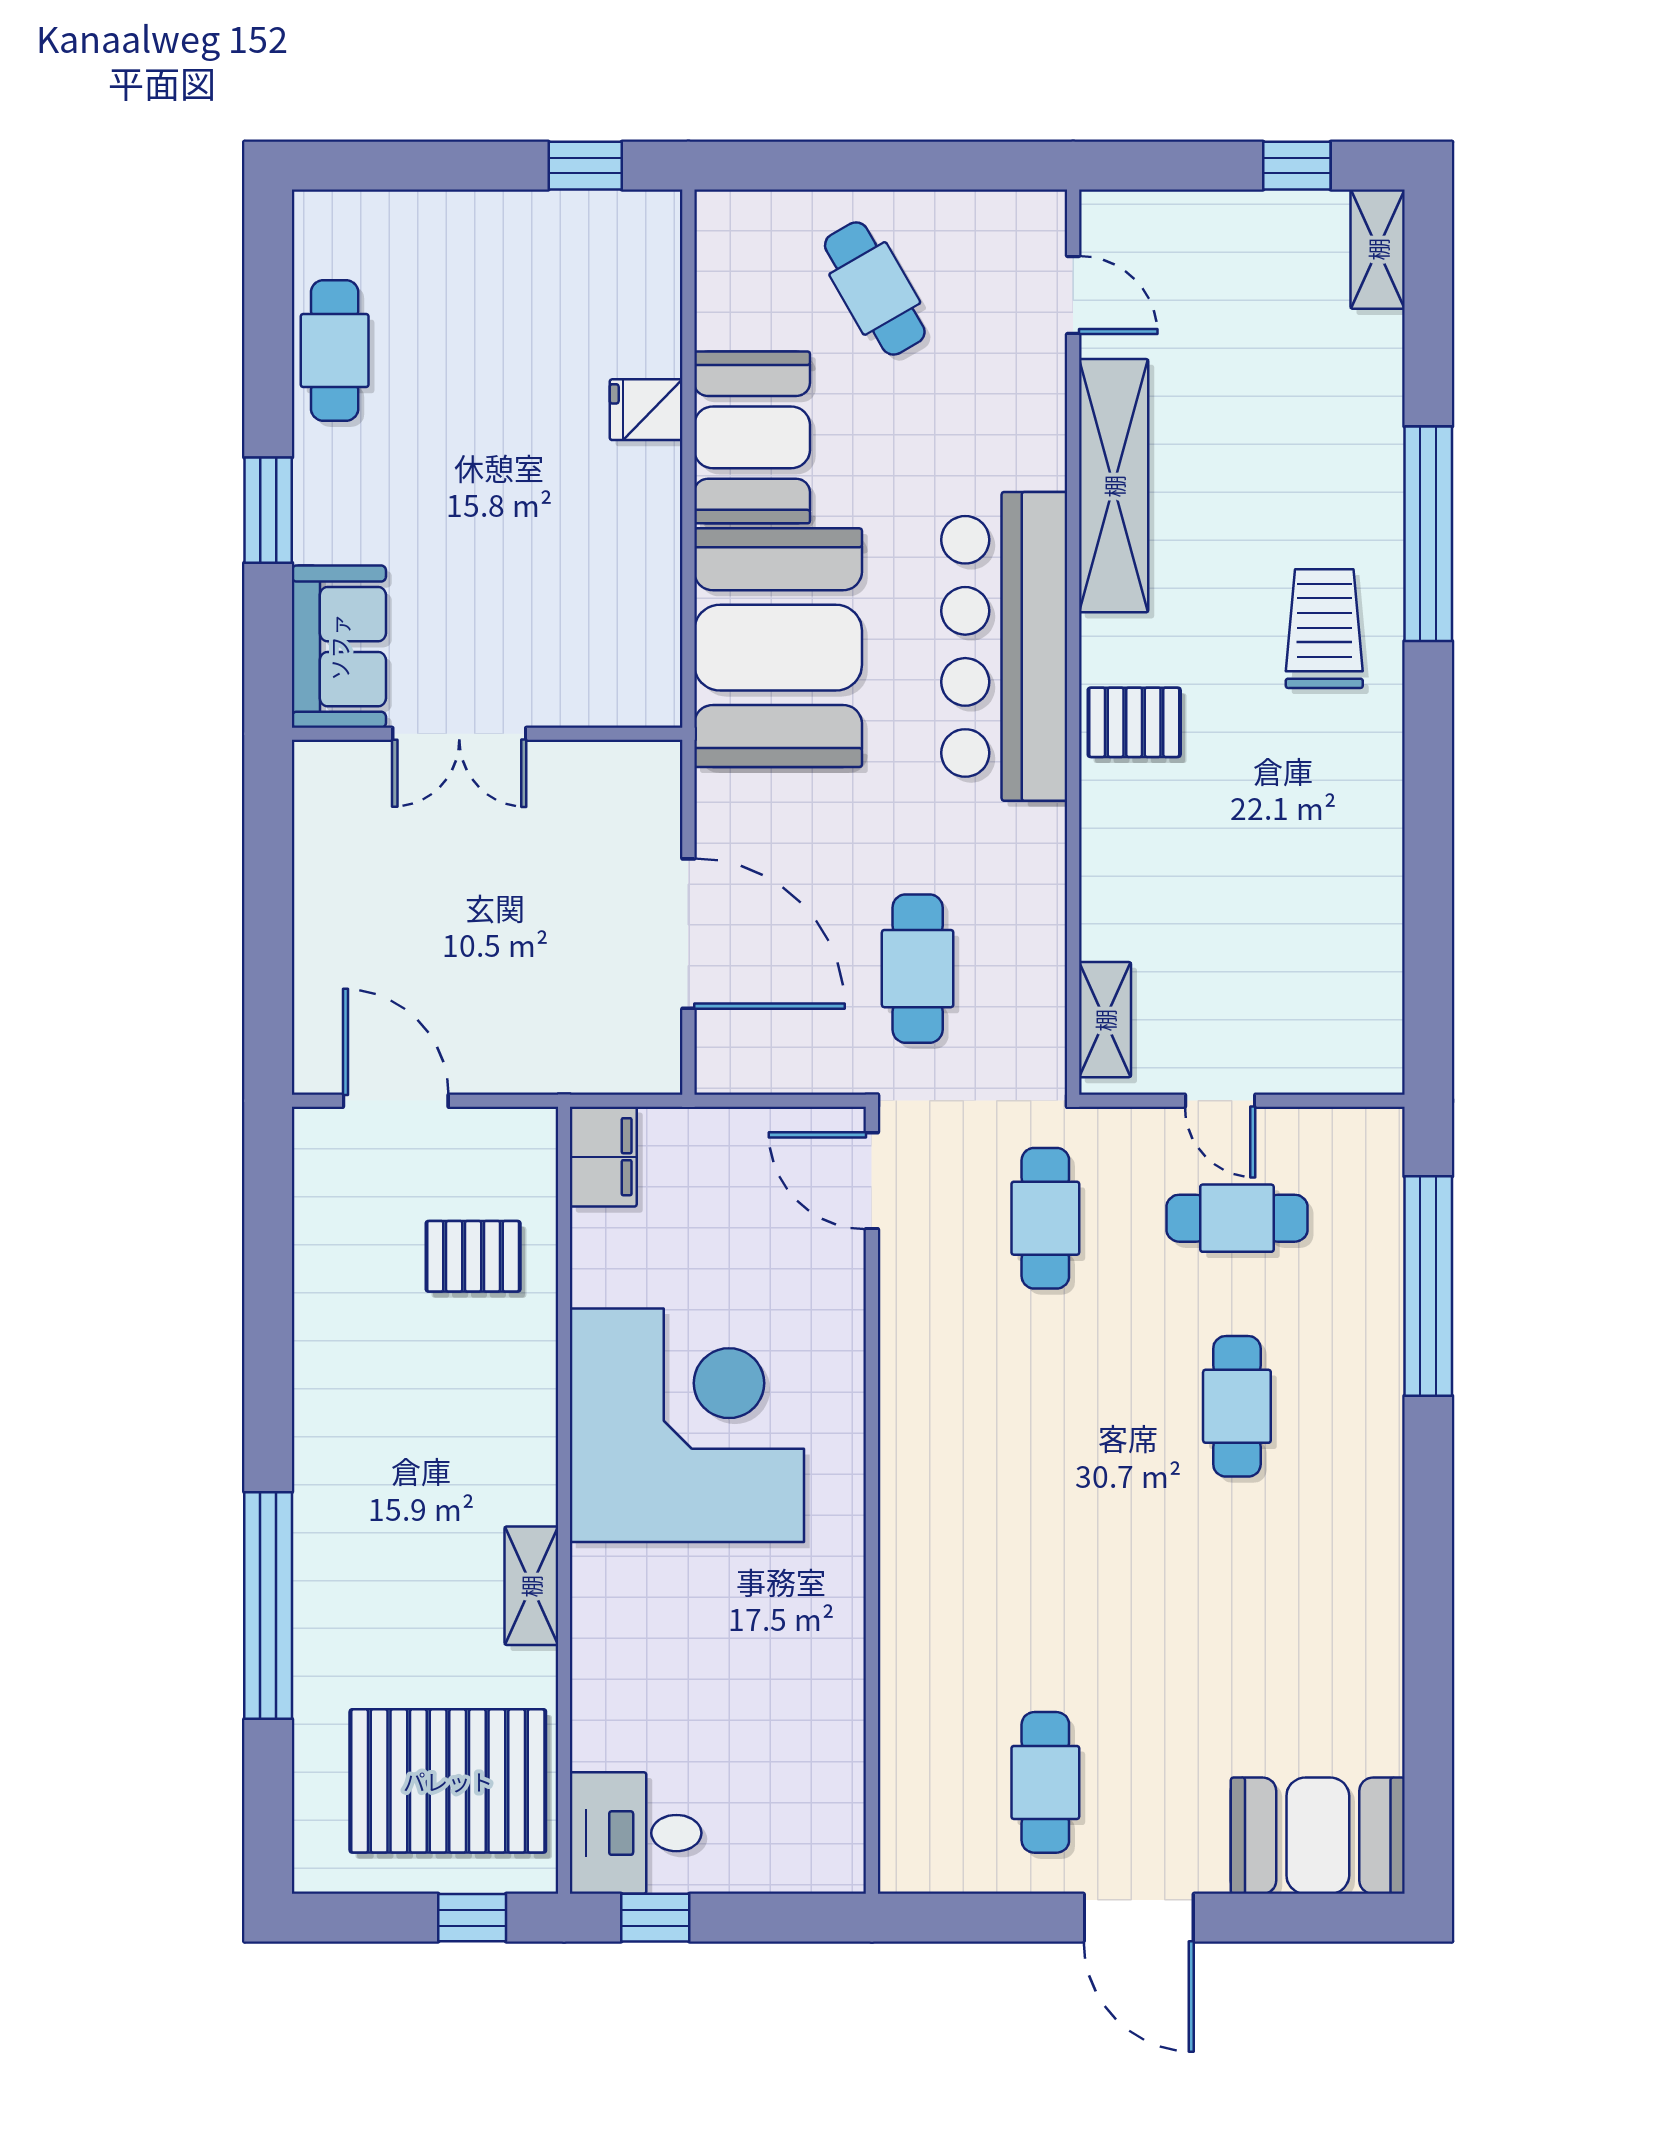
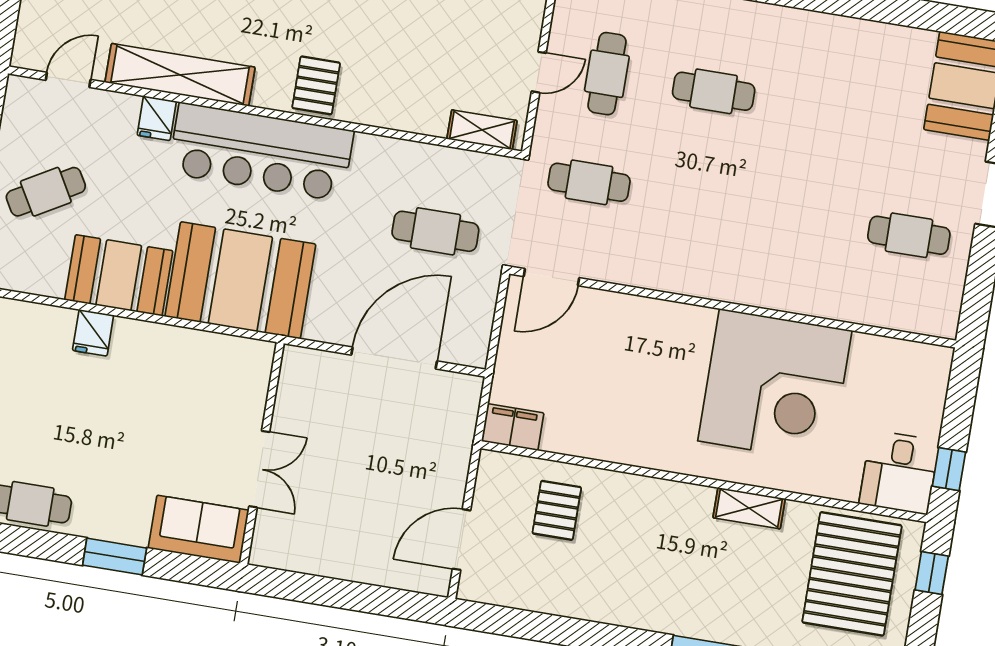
fridge: (1032, 458) -> (157, 118), added
corner desk: (687, 1425) -> (775, 386), moved, turned 180

